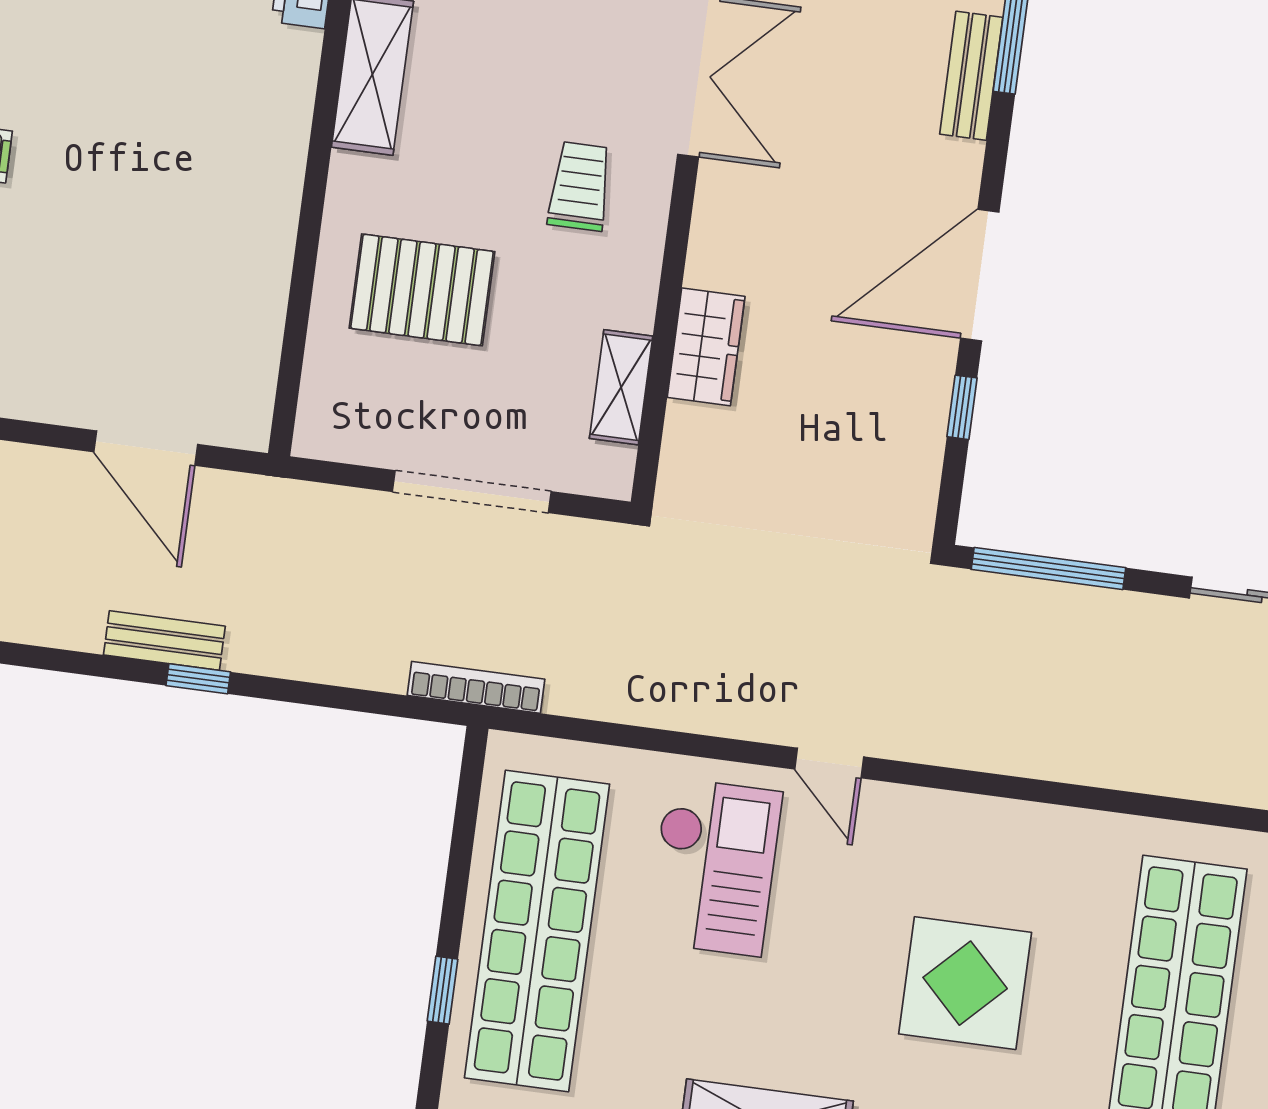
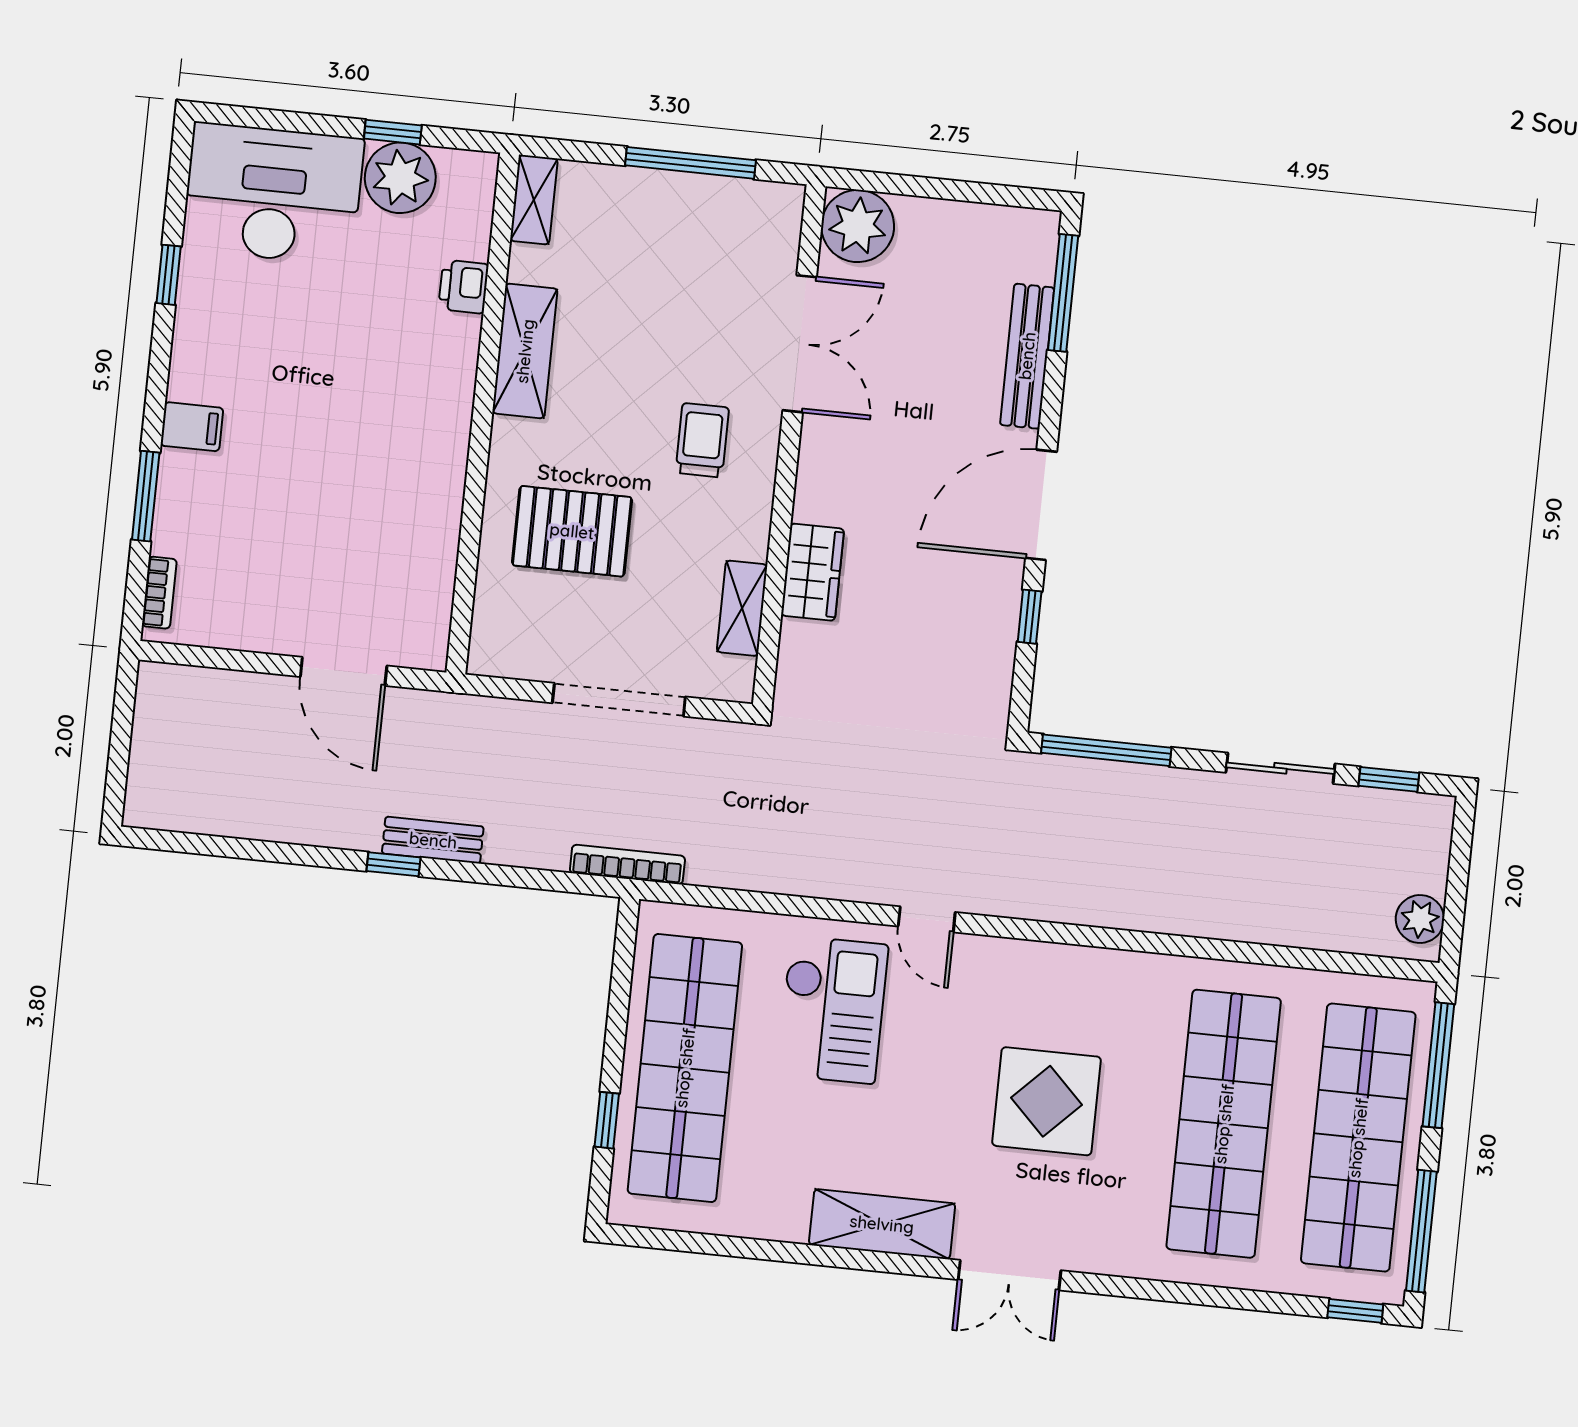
bench: (971, 76) -> (1027, 356), width x1.36
bench: (164, 641) -> (433, 840), moved

